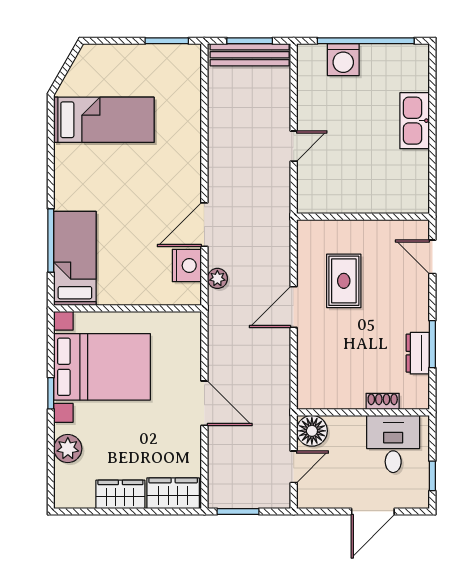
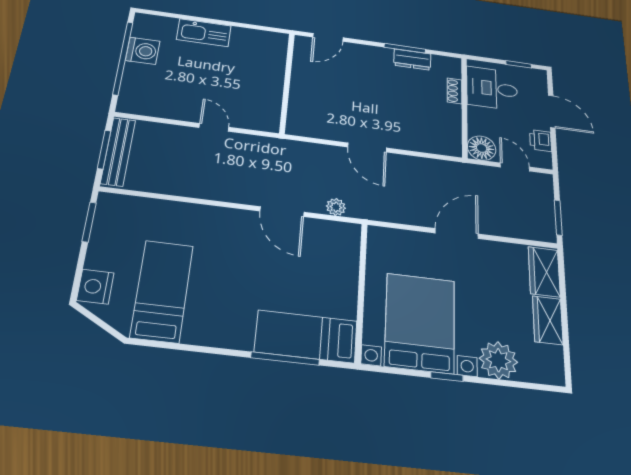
washing machine: (343, 60) -> (143, 51), moved
nightstand: (187, 266) -> (95, 287), moved, turned -90
rug: (344, 281) -> (345, 105), removed
plant: (68, 449) -> (498, 360), width x1.36, depth x1.36
printer: (332, 497) -> (541, 141), added

